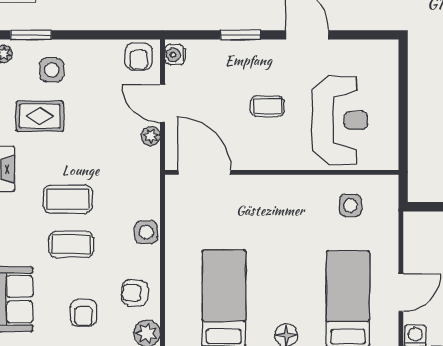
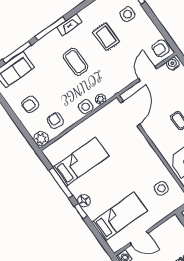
rug: (40, 116) -> (106, 37), moved
plant: (151, 136) -> (101, 99), moved
coffee table: (71, 244) -> (57, 77), removed

